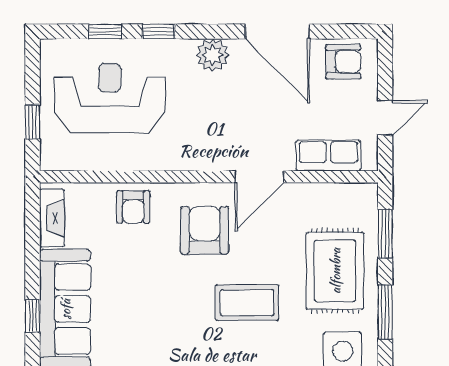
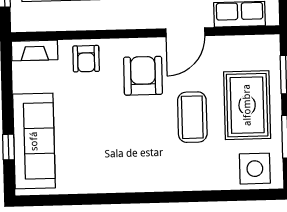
fireplace: (52, 218) -> (35, 50), moved, turned 90
coffee table: (247, 303) -> (192, 117), moved, turned 90

